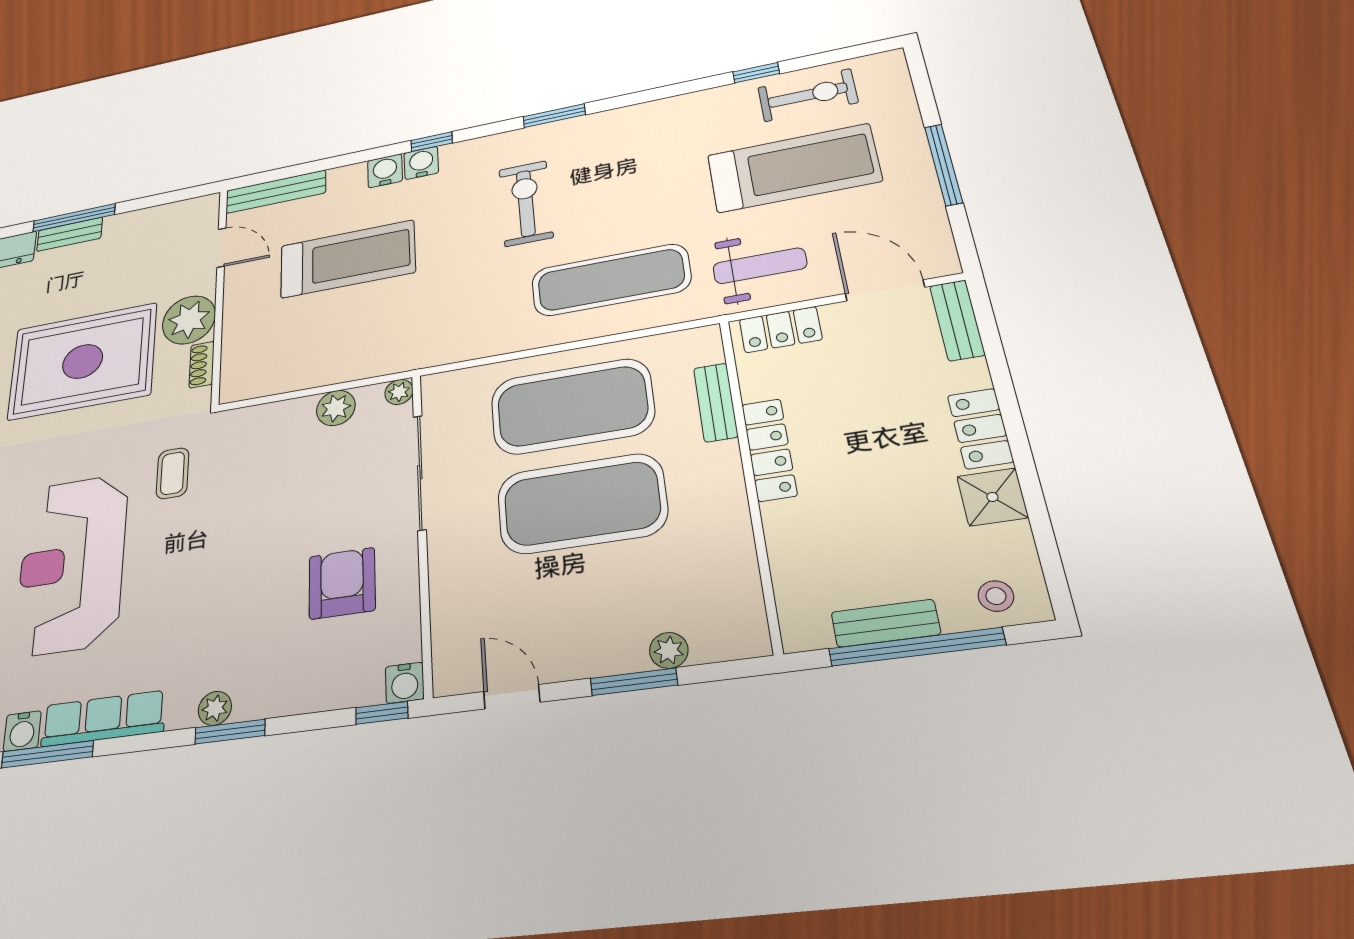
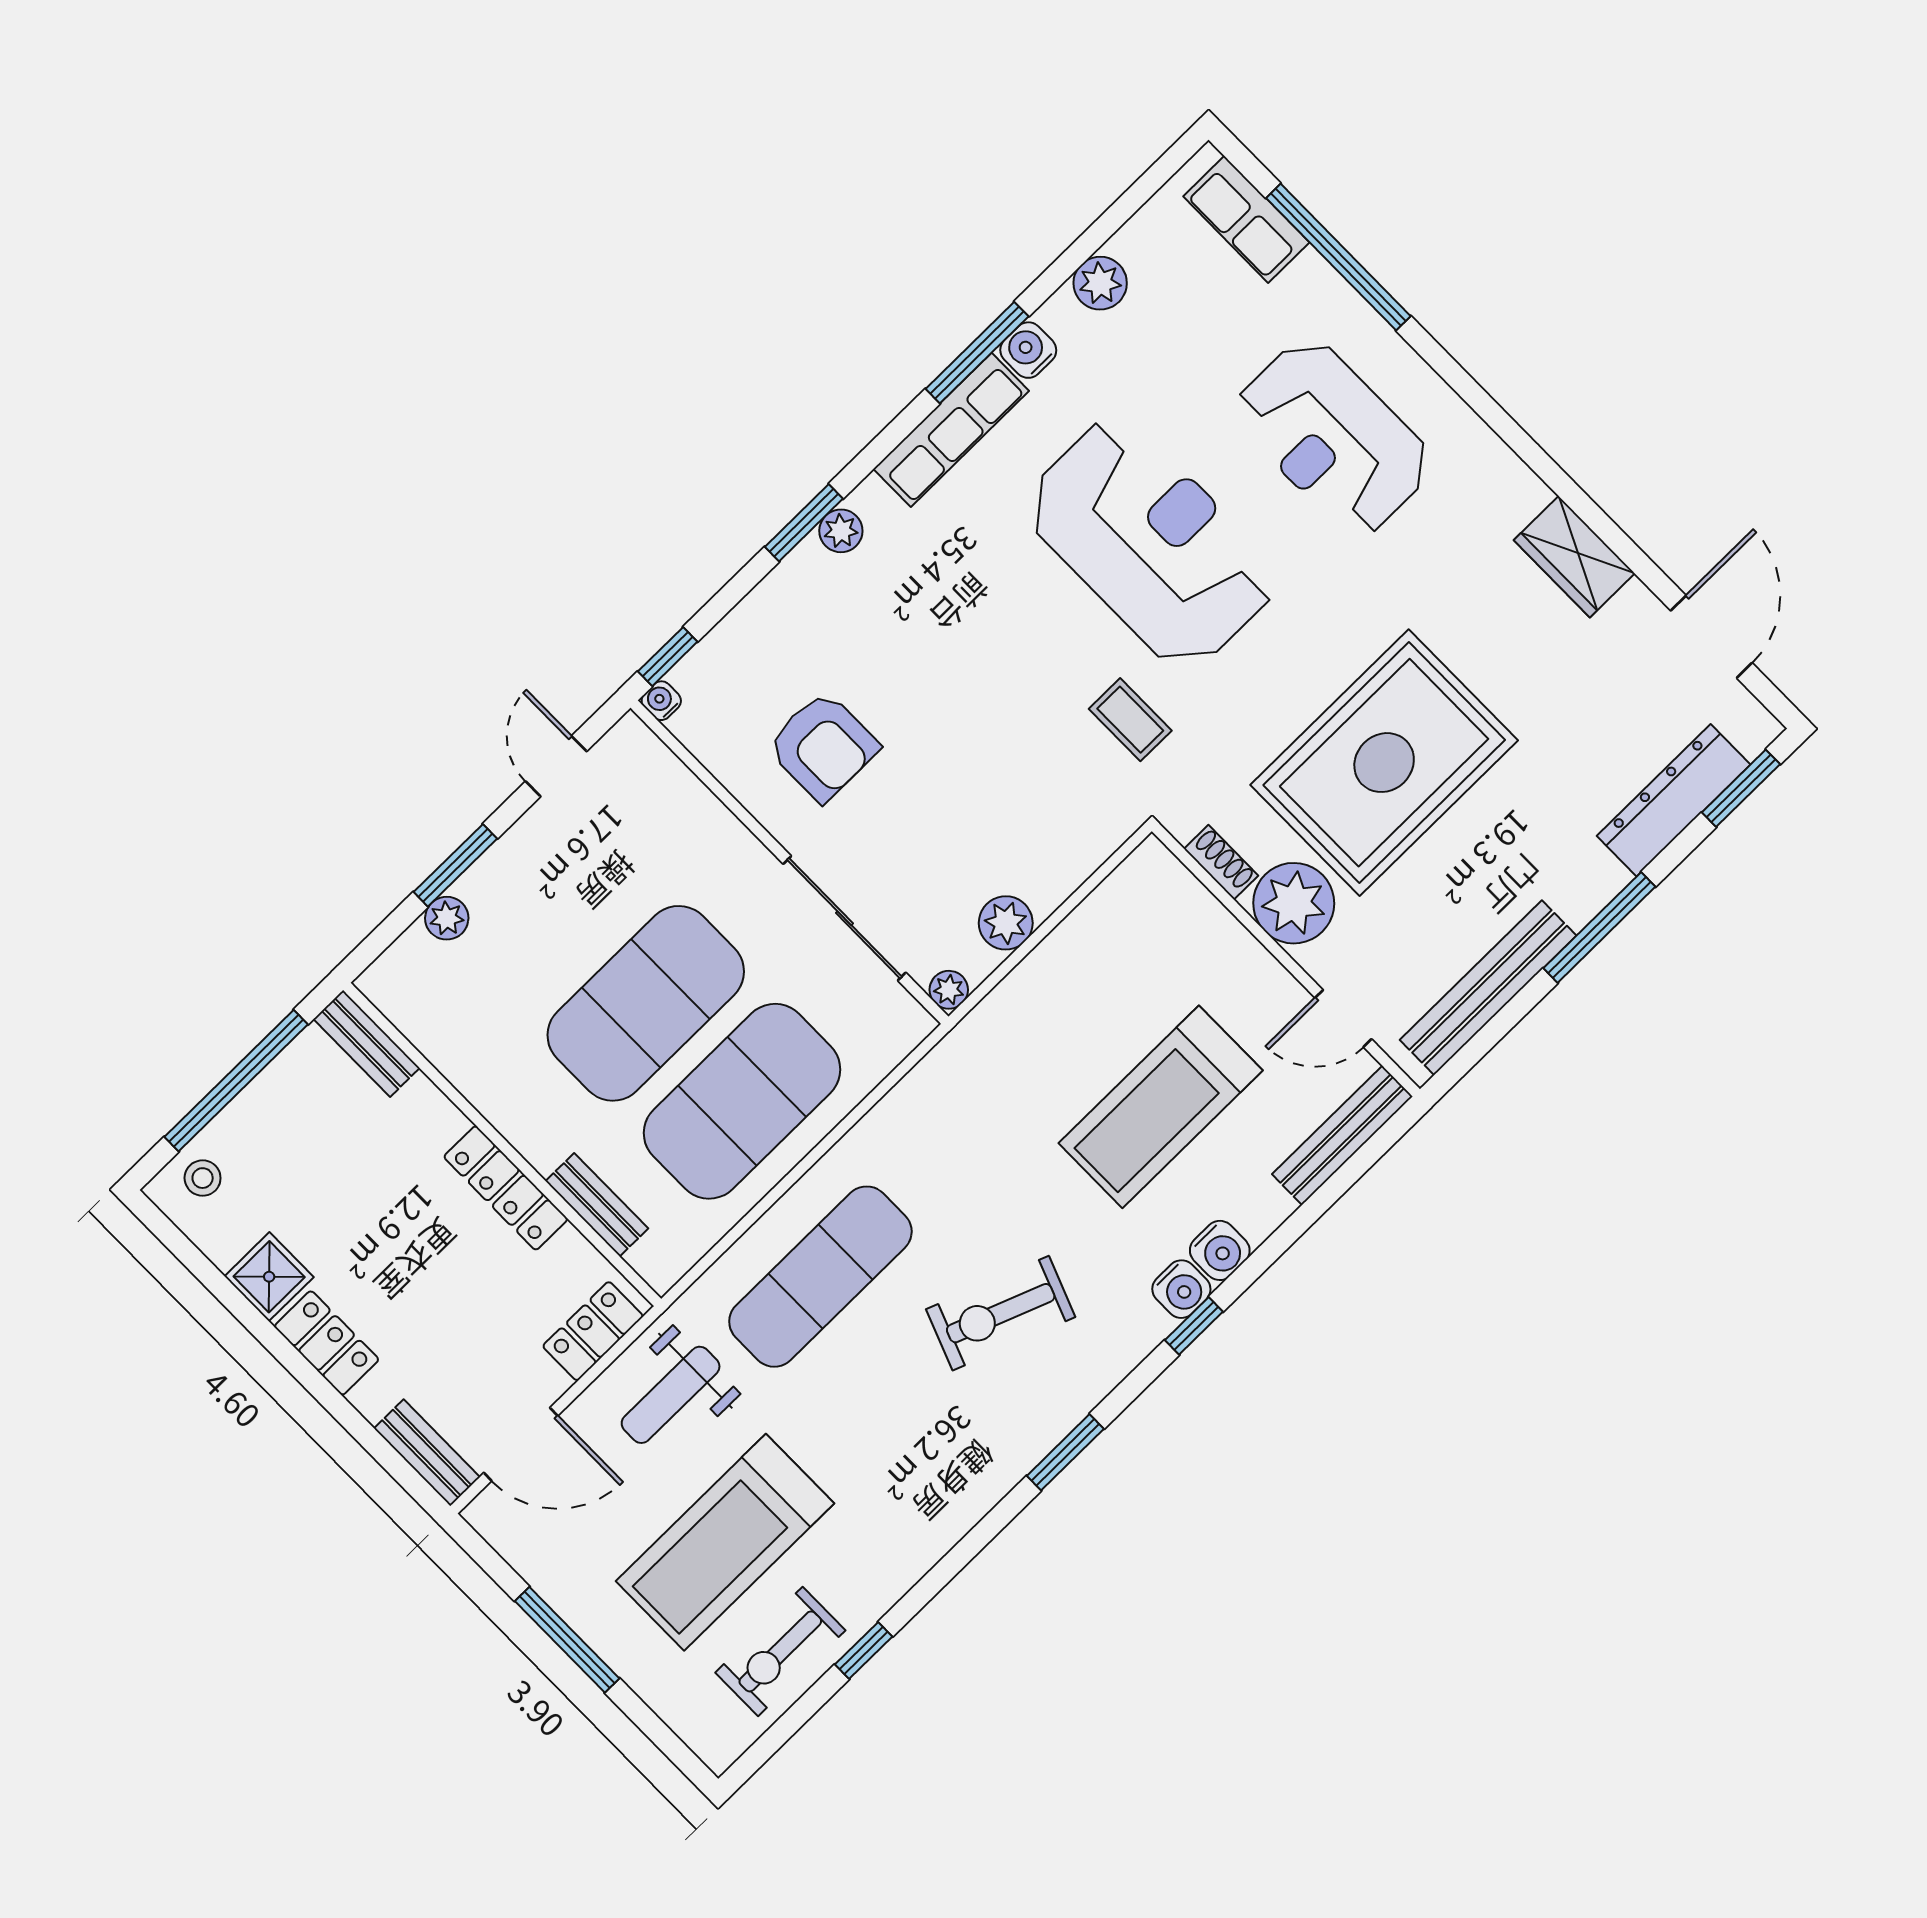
exercise bike: (526, 203) -> (1001, 1313), turned 111
bench: (70, 234) -> (1488, 988), moved, width x1.86, depth x1.21
bench: (885, 623) -> (367, 1044), moved, turned 90
water cooler: (405, 683) -> (661, 701), width x0.72, depth x0.72
door: (512, 697) -> (556, 766), swing flipped

